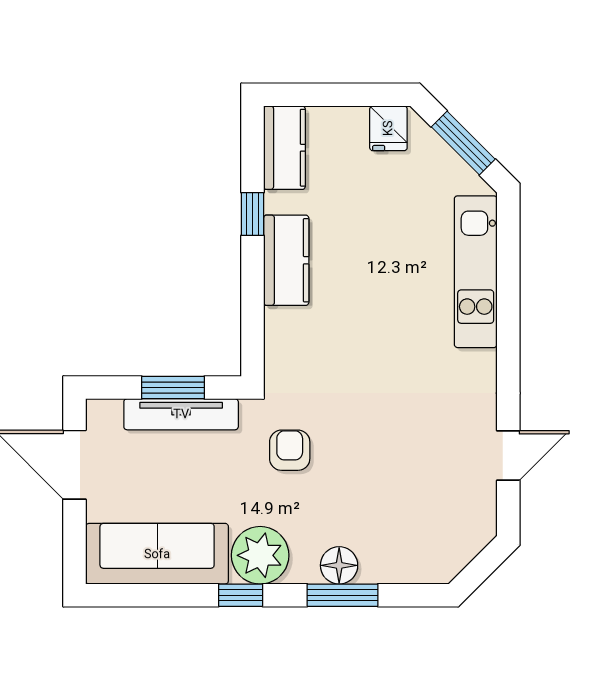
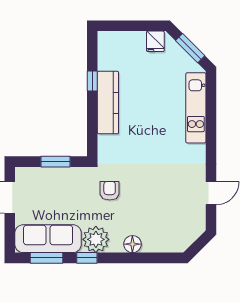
kitchen counter: (284, 148) -> (107, 50), removed
kitchen counter: (286, 260) -> (108, 103), width x1.50
tv unit: (181, 414) -> (59, 174), removed
window: (342, 595) -> (46, 258), moved

